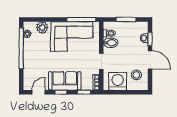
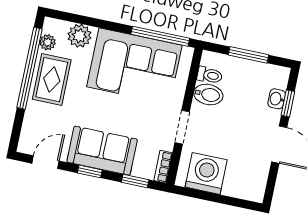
rug: (33, 52) -> (52, 80), added
stool: (136, 75) -> (246, 169), removed

